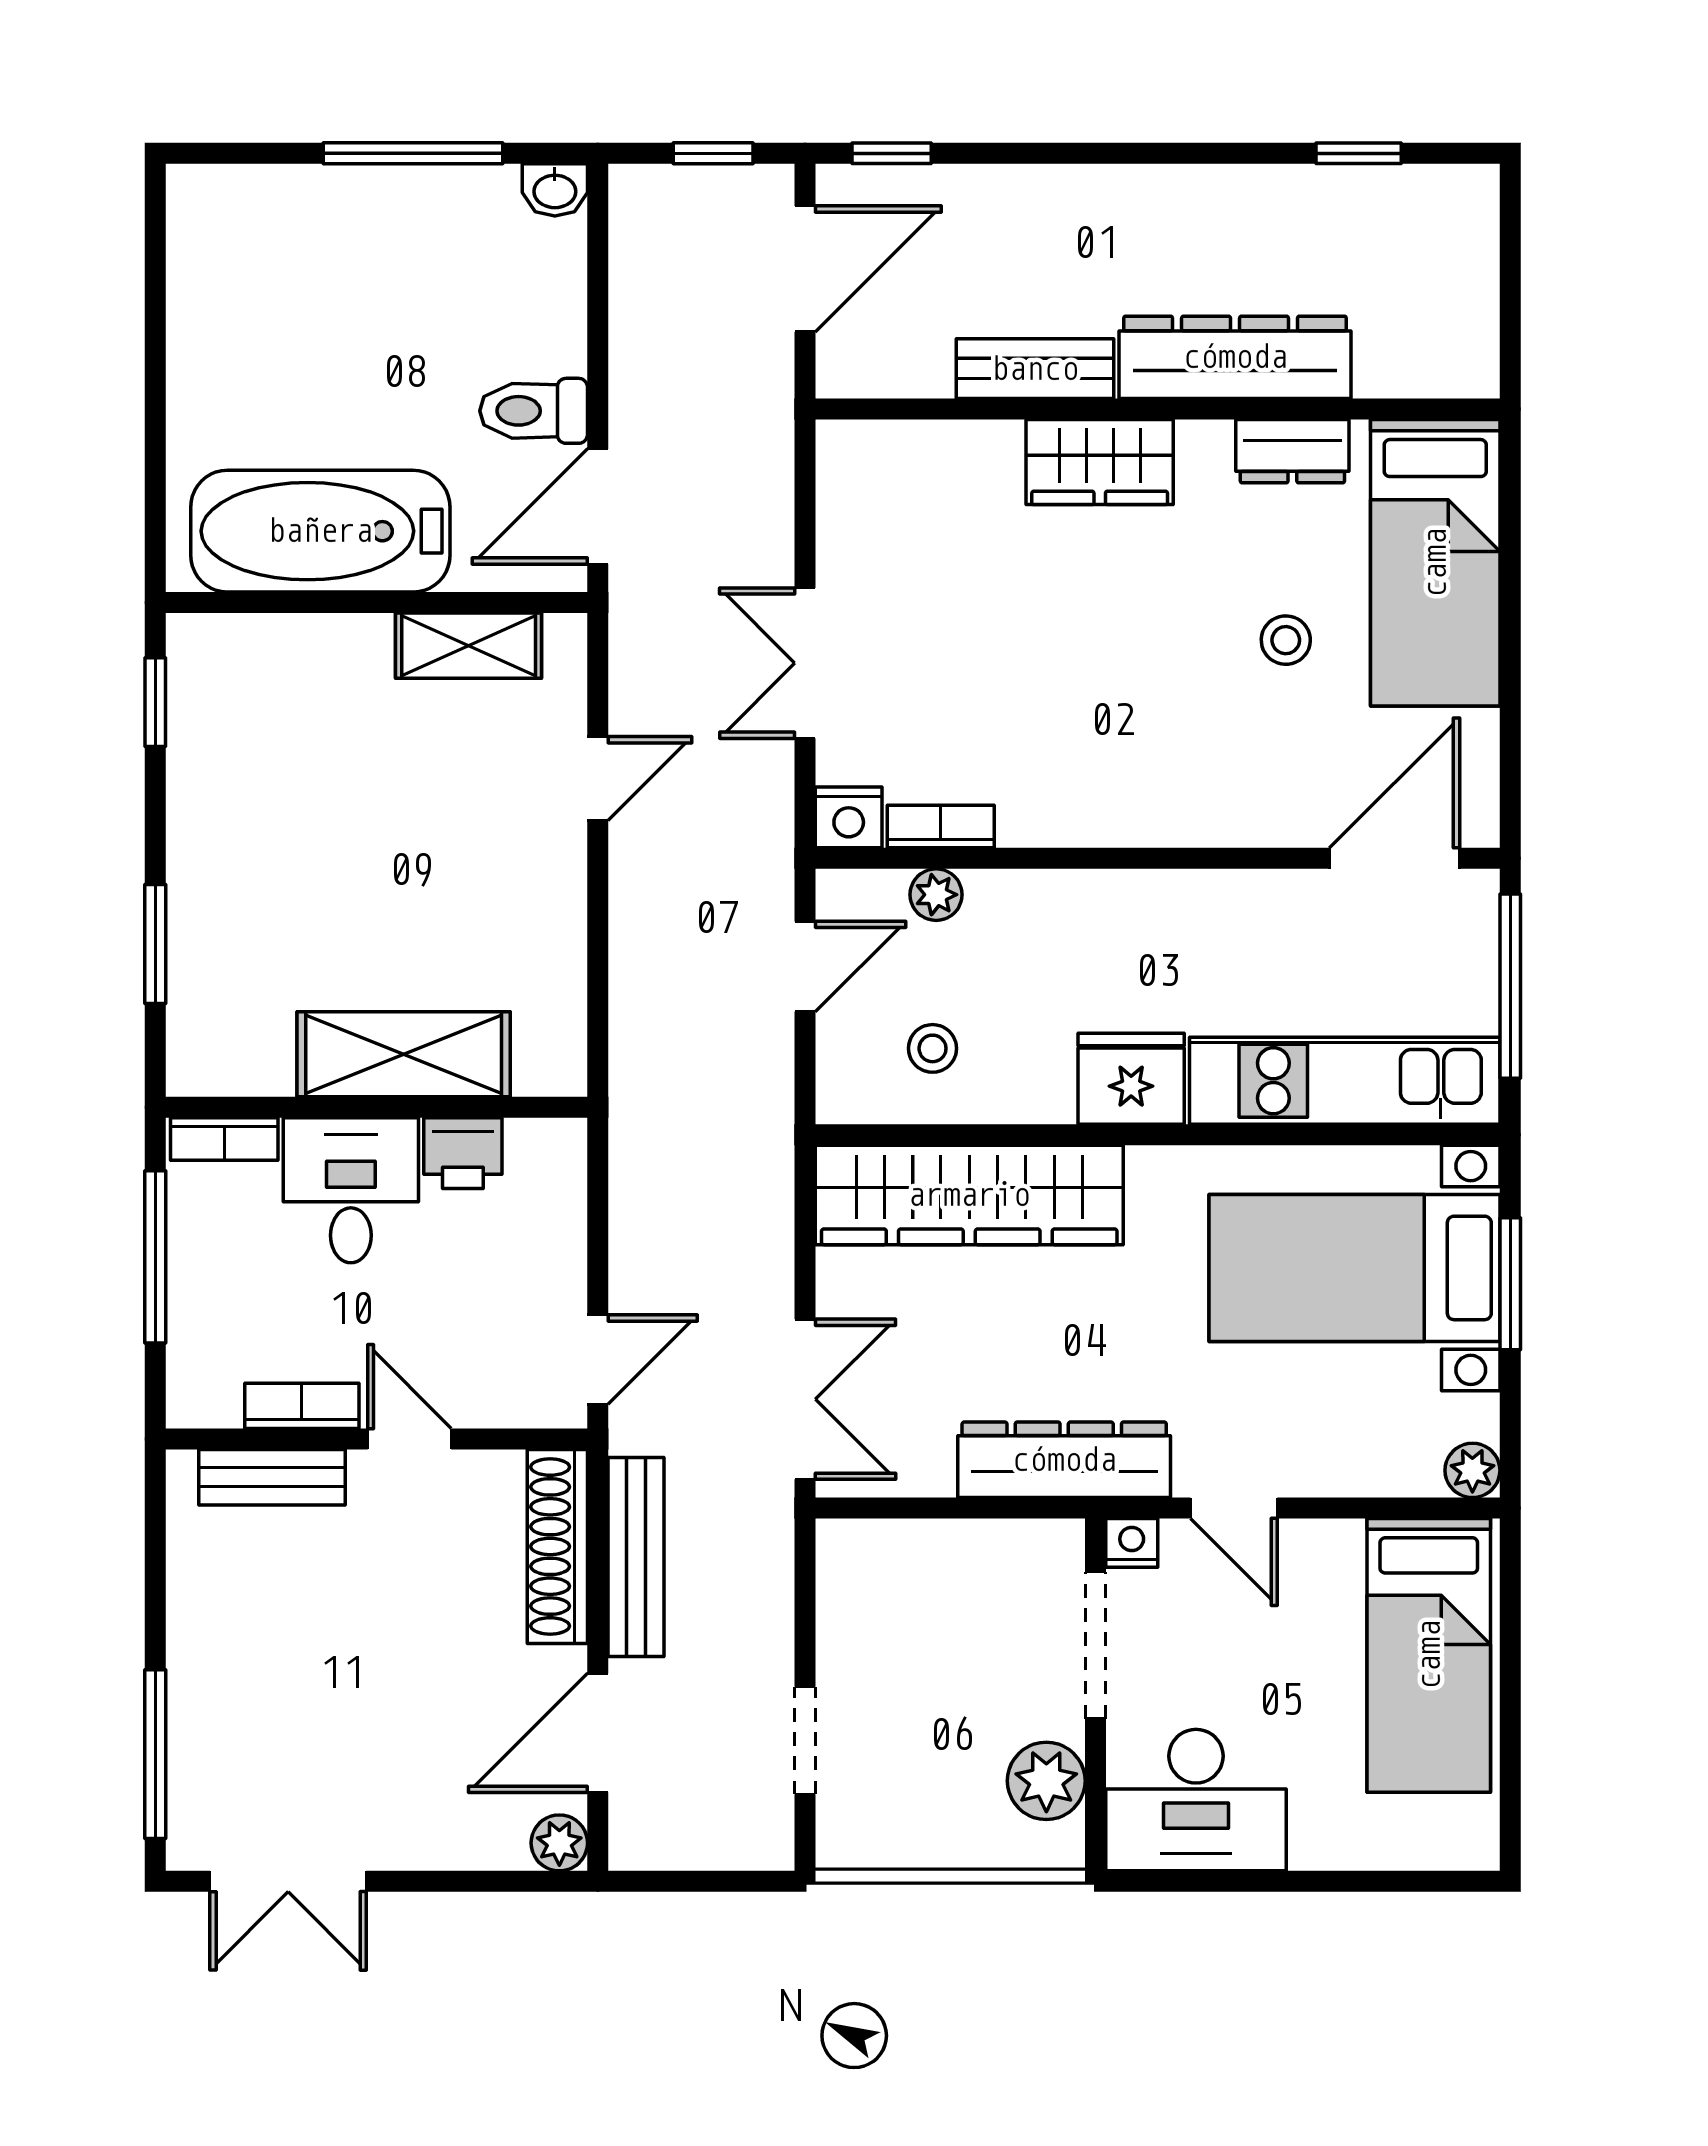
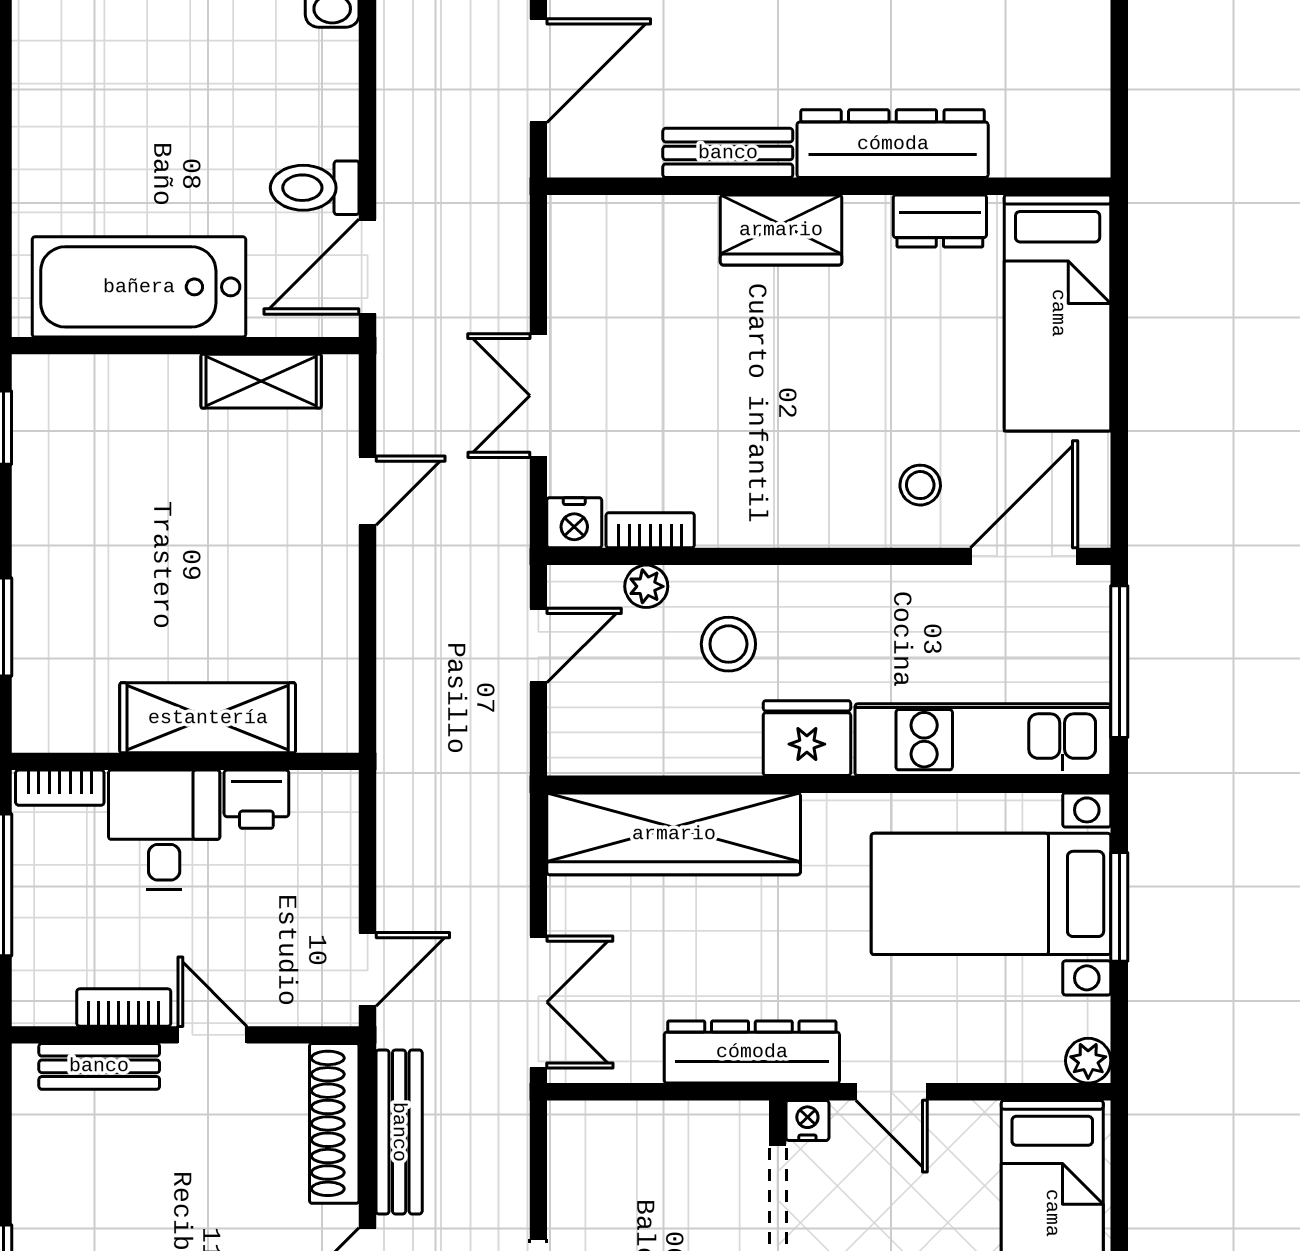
stool: (1286, 640) -> (920, 485), moved
stool: (933, 1048) -> (728, 644), moved, width x1.37, depth x1.37

